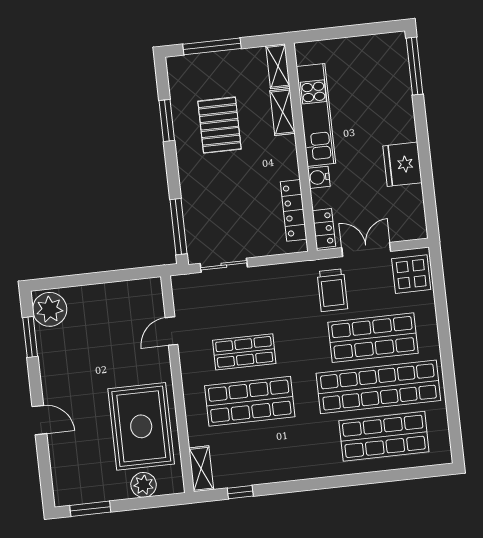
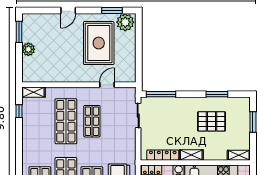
window: (212, 46) -> (253, 122), width x0.69
shelving: (282, 112) -> (191, 155), moved
door: (172, 331) -> (107, 85), hinge flipped
rug: (141, 426) -> (99, 43), moved, turned 90
plant: (144, 485) -> (28, 49), moved

